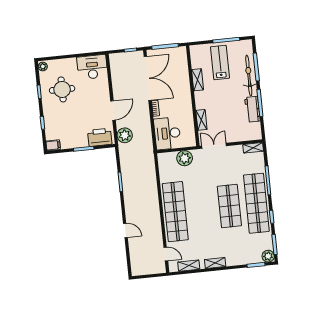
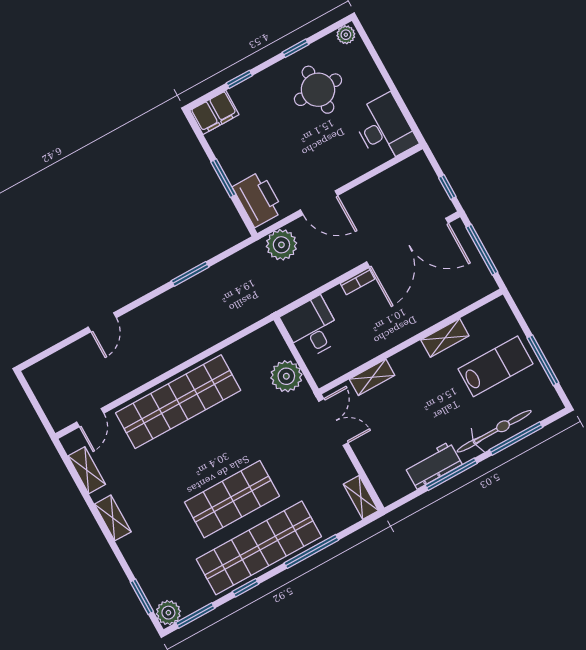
desk: (167, 133) -> (312, 328), width x0.73
filing cabinet: (53, 145) -> (214, 113), width x2.00

